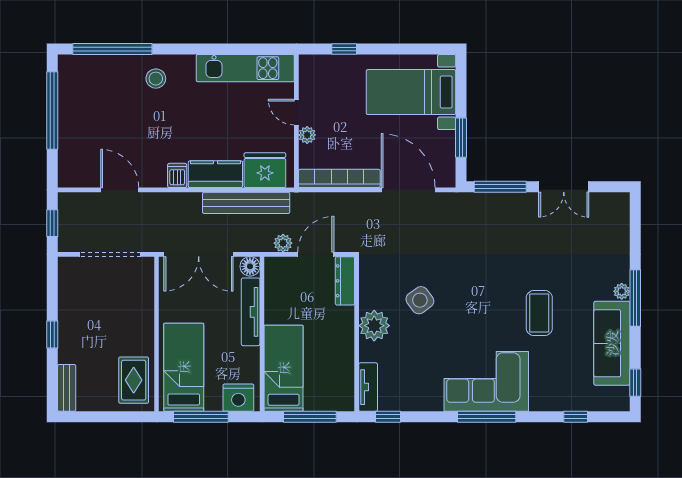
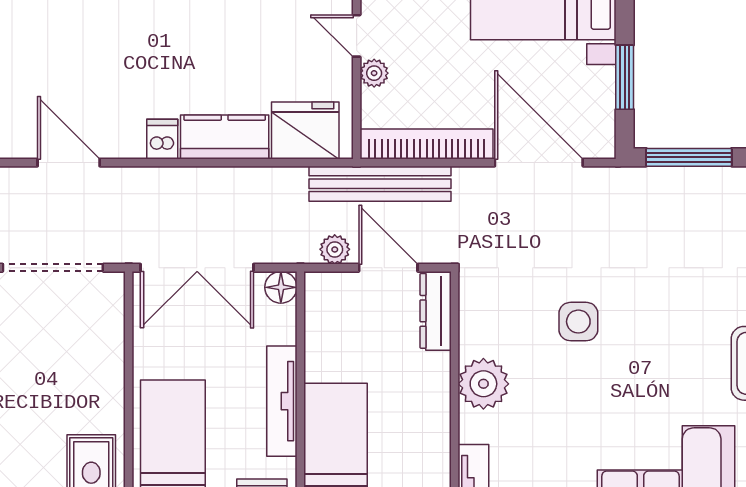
bench: (246, 203) -> (380, 184), moved
door: (316, 254) -> (388, 268), hinge flipped
side table: (420, 300) -> (578, 322), moved, turned 36
tv unit: (251, 312) -> (282, 401), moved

